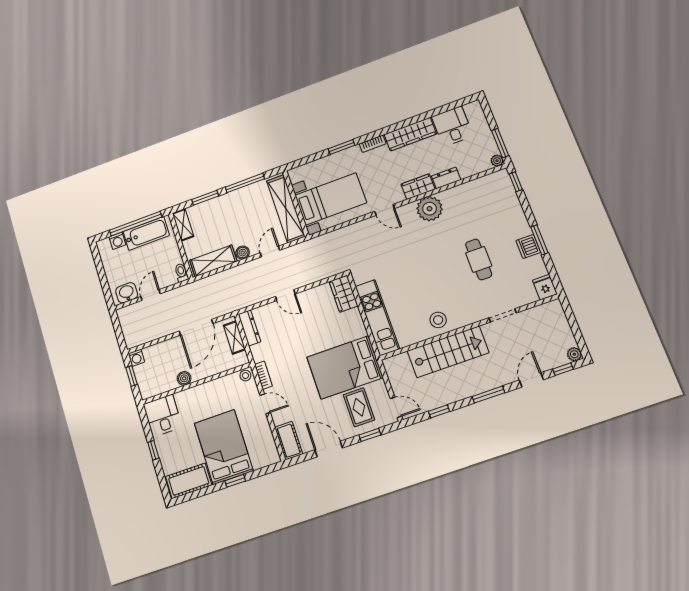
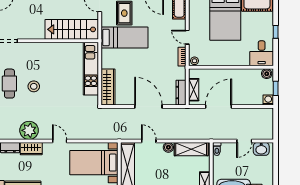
door: (270, 252) -> (149, 141), swing flipped
wardrobe: (343, 294) -> (108, 87), width x1.50
door: (285, 295) -> (148, 106), width x1.88
stool: (438, 320) -> (34, 86), moved
stairs: (448, 352) -> (72, 29), moved
bed: (345, 367) -> (124, 37), width x0.67
boiler: (184, 378) -> (267, 74), moved

